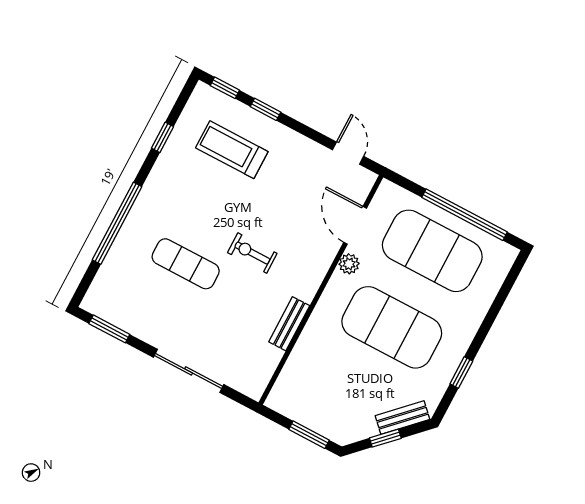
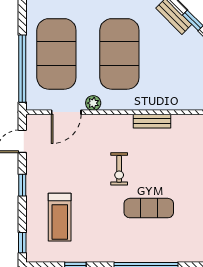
window: (266, 109) -> (22, 185), moved
window: (464, 215) -> (22, 69), moved
exercise mat: (186, 264) -> (149, 208), turned 90

